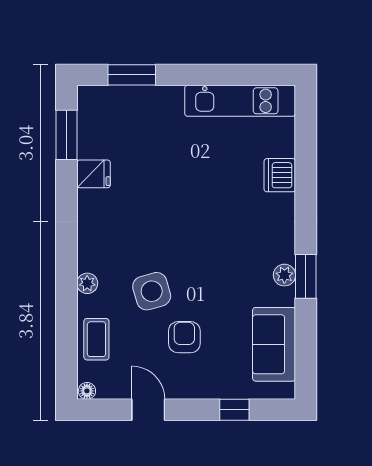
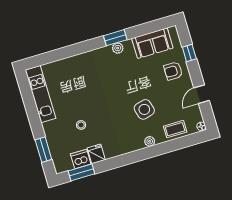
stool: (158, 161) -> (81, 125), added
dishwasher: (280, 175) -> (81, 159), moved, turned 180
armchair: (184, 337) -> (173, 71), moved

